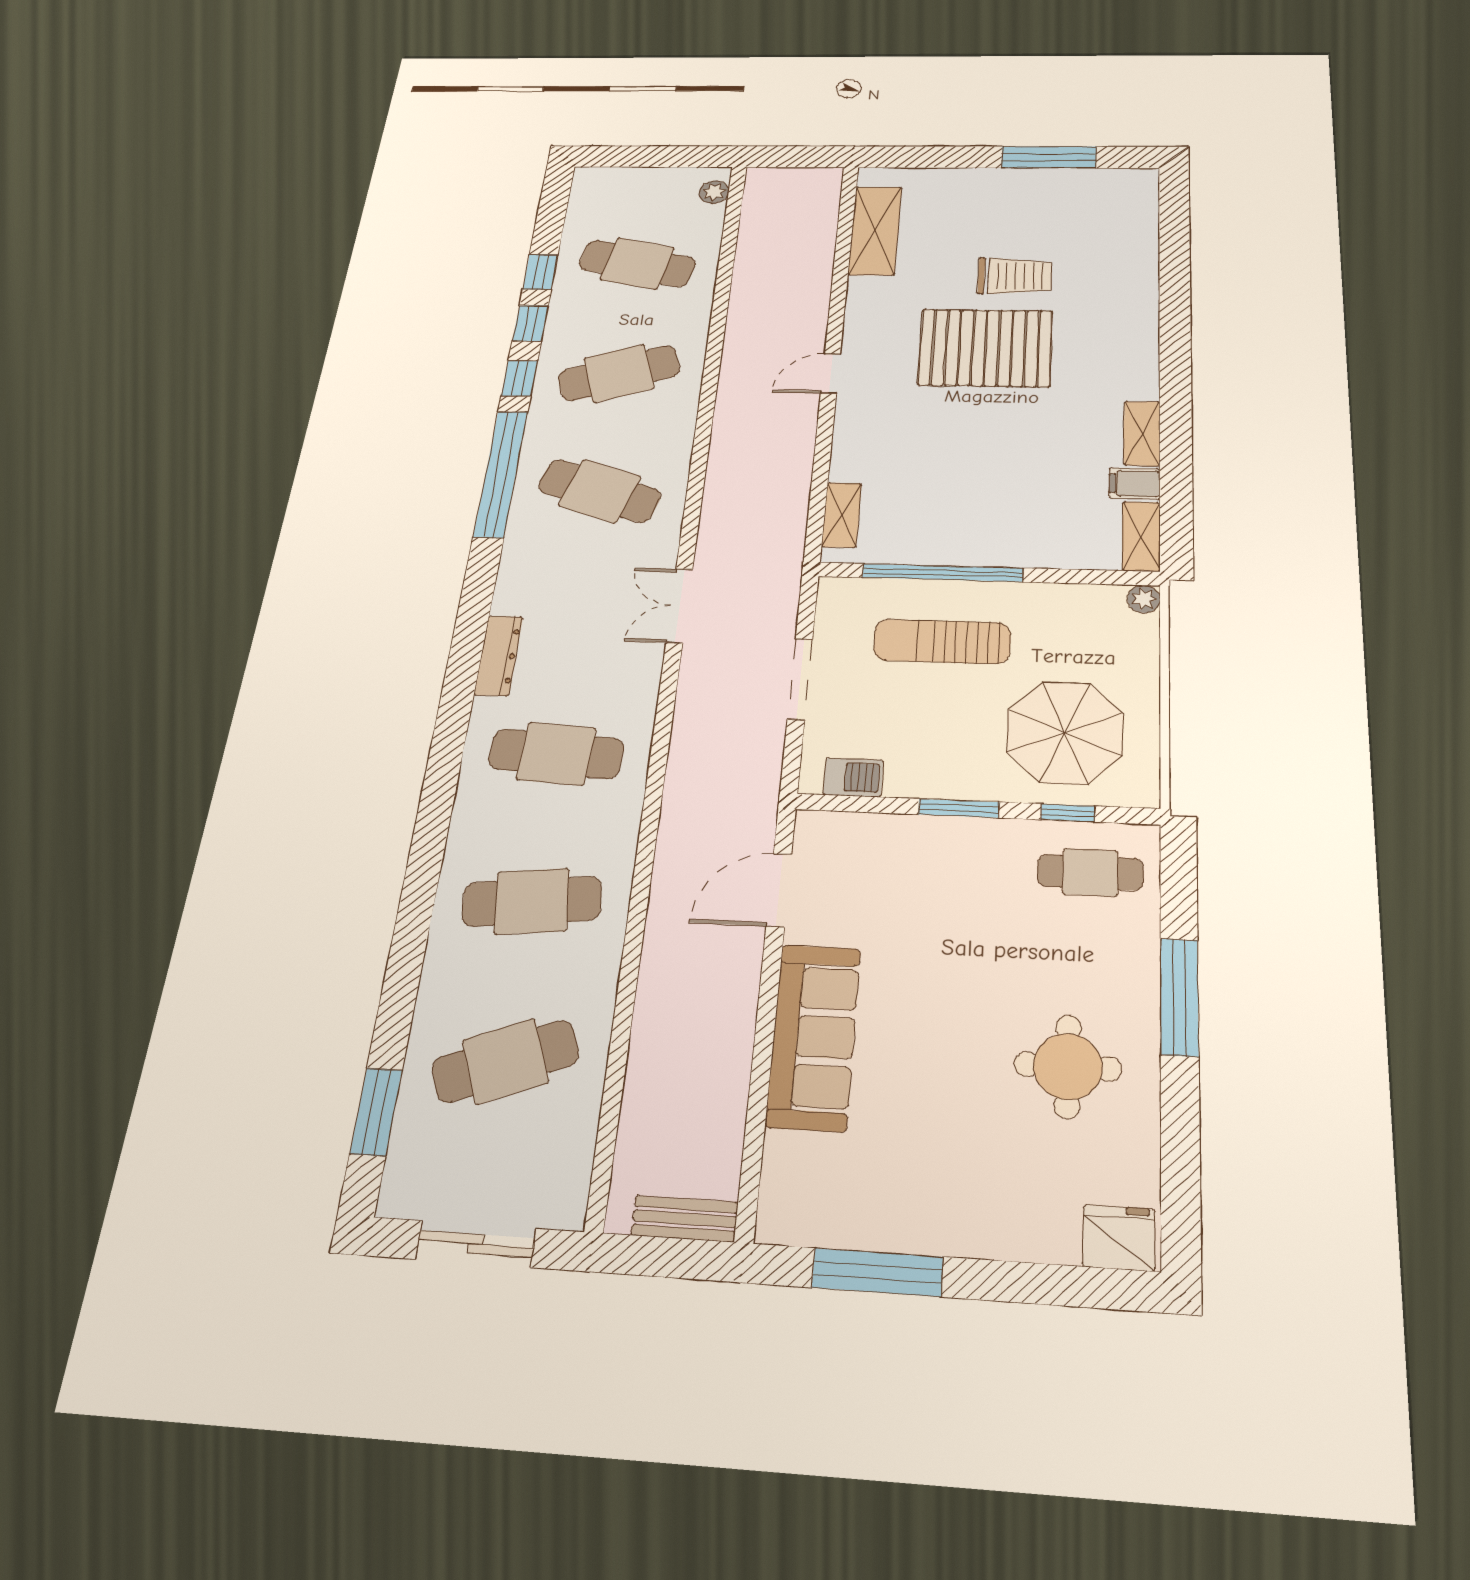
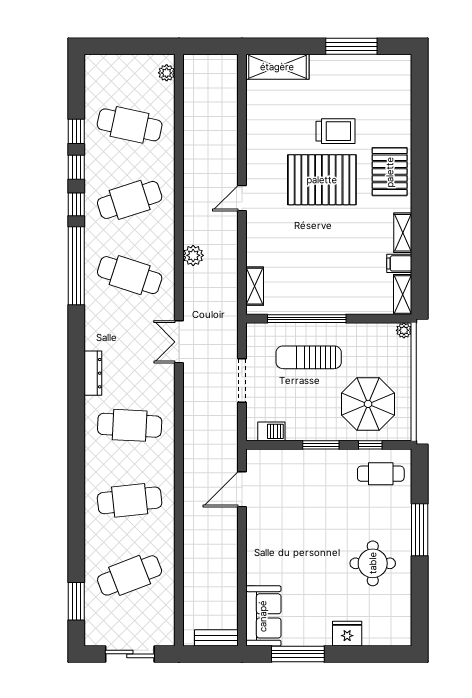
shelving: (875, 231) -> (277, 67), moved, turned 90
pallet: (1117, 337) -> (390, 172), added
plant: (727, 462) -> (193, 255), added
sofa: (814, 1036) -> (263, 616), moved, width x0.73
fridge: (1119, 1238) -> (347, 634), moved

